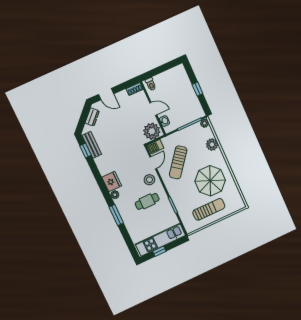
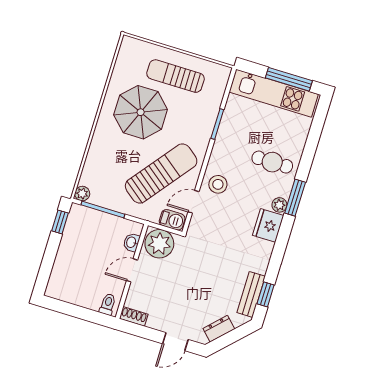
window: (197, 89) -> (60, 222), moved
door: (106, 94) -> (175, 342), swing flipped
door: (153, 109) -> (132, 270), hinge flipped
plant: (212, 144) -> (97, 157), removed
sun lounger: (178, 162) -> (161, 173), width x1.36, depth x1.34
cafe table: (147, 201) -> (272, 162), moved
window: (116, 215) -> (295, 198), moved
window: (159, 251) -> (289, 79), width x2.17

